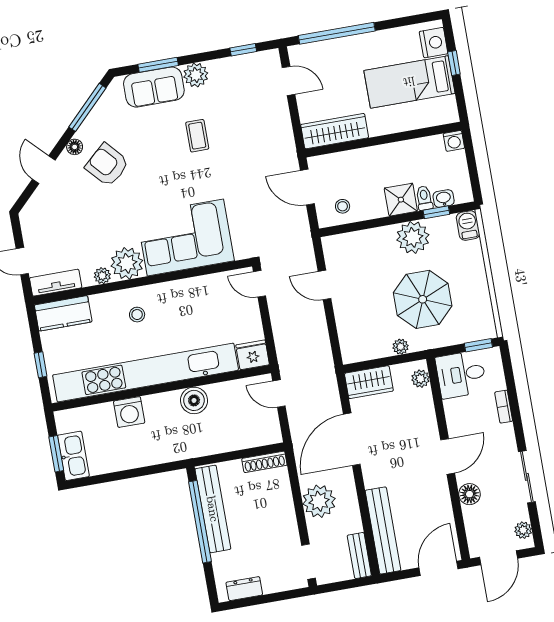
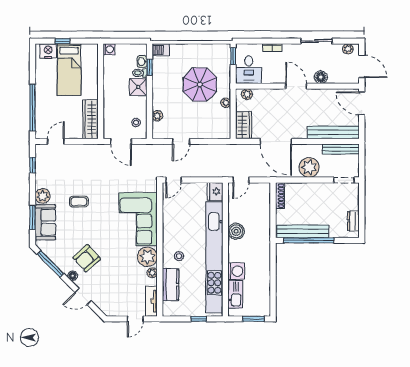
door: (307, 187) -> (121, 141), hinge flipped
plant: (413, 237) -> (157, 116), moved, width x0.53, depth x0.53
kitchen counter: (63, 313) -> (171, 285), moved
kitchen sink: (73, 456) -> (235, 294), moved, turned 90
bench: (359, 555) -> (341, 149), width x1.36

